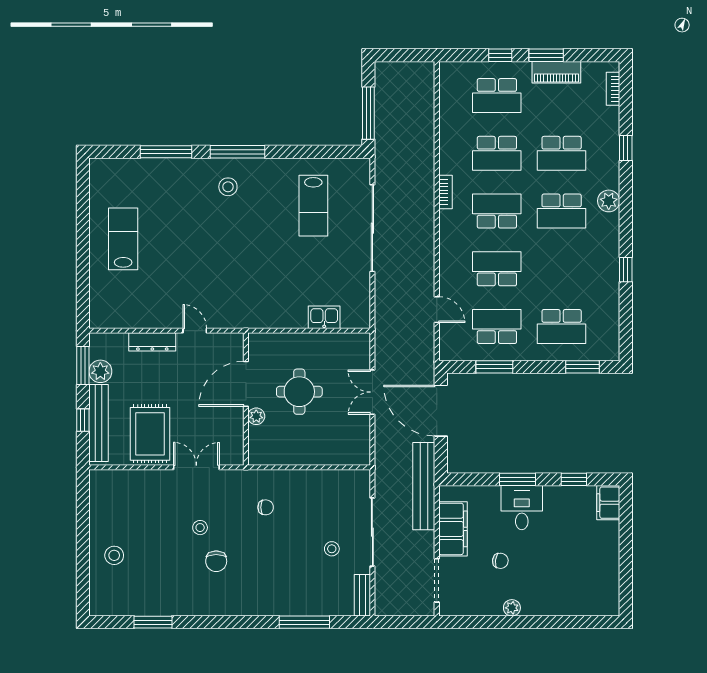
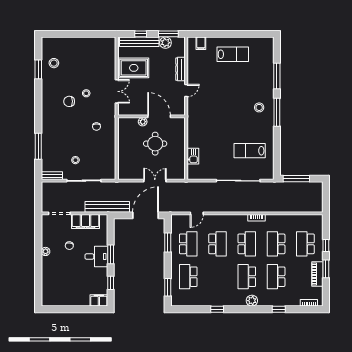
filing cabinet: (102, 301) -> (201, 43), added
stool: (114, 555) -> (54, 63), moved

